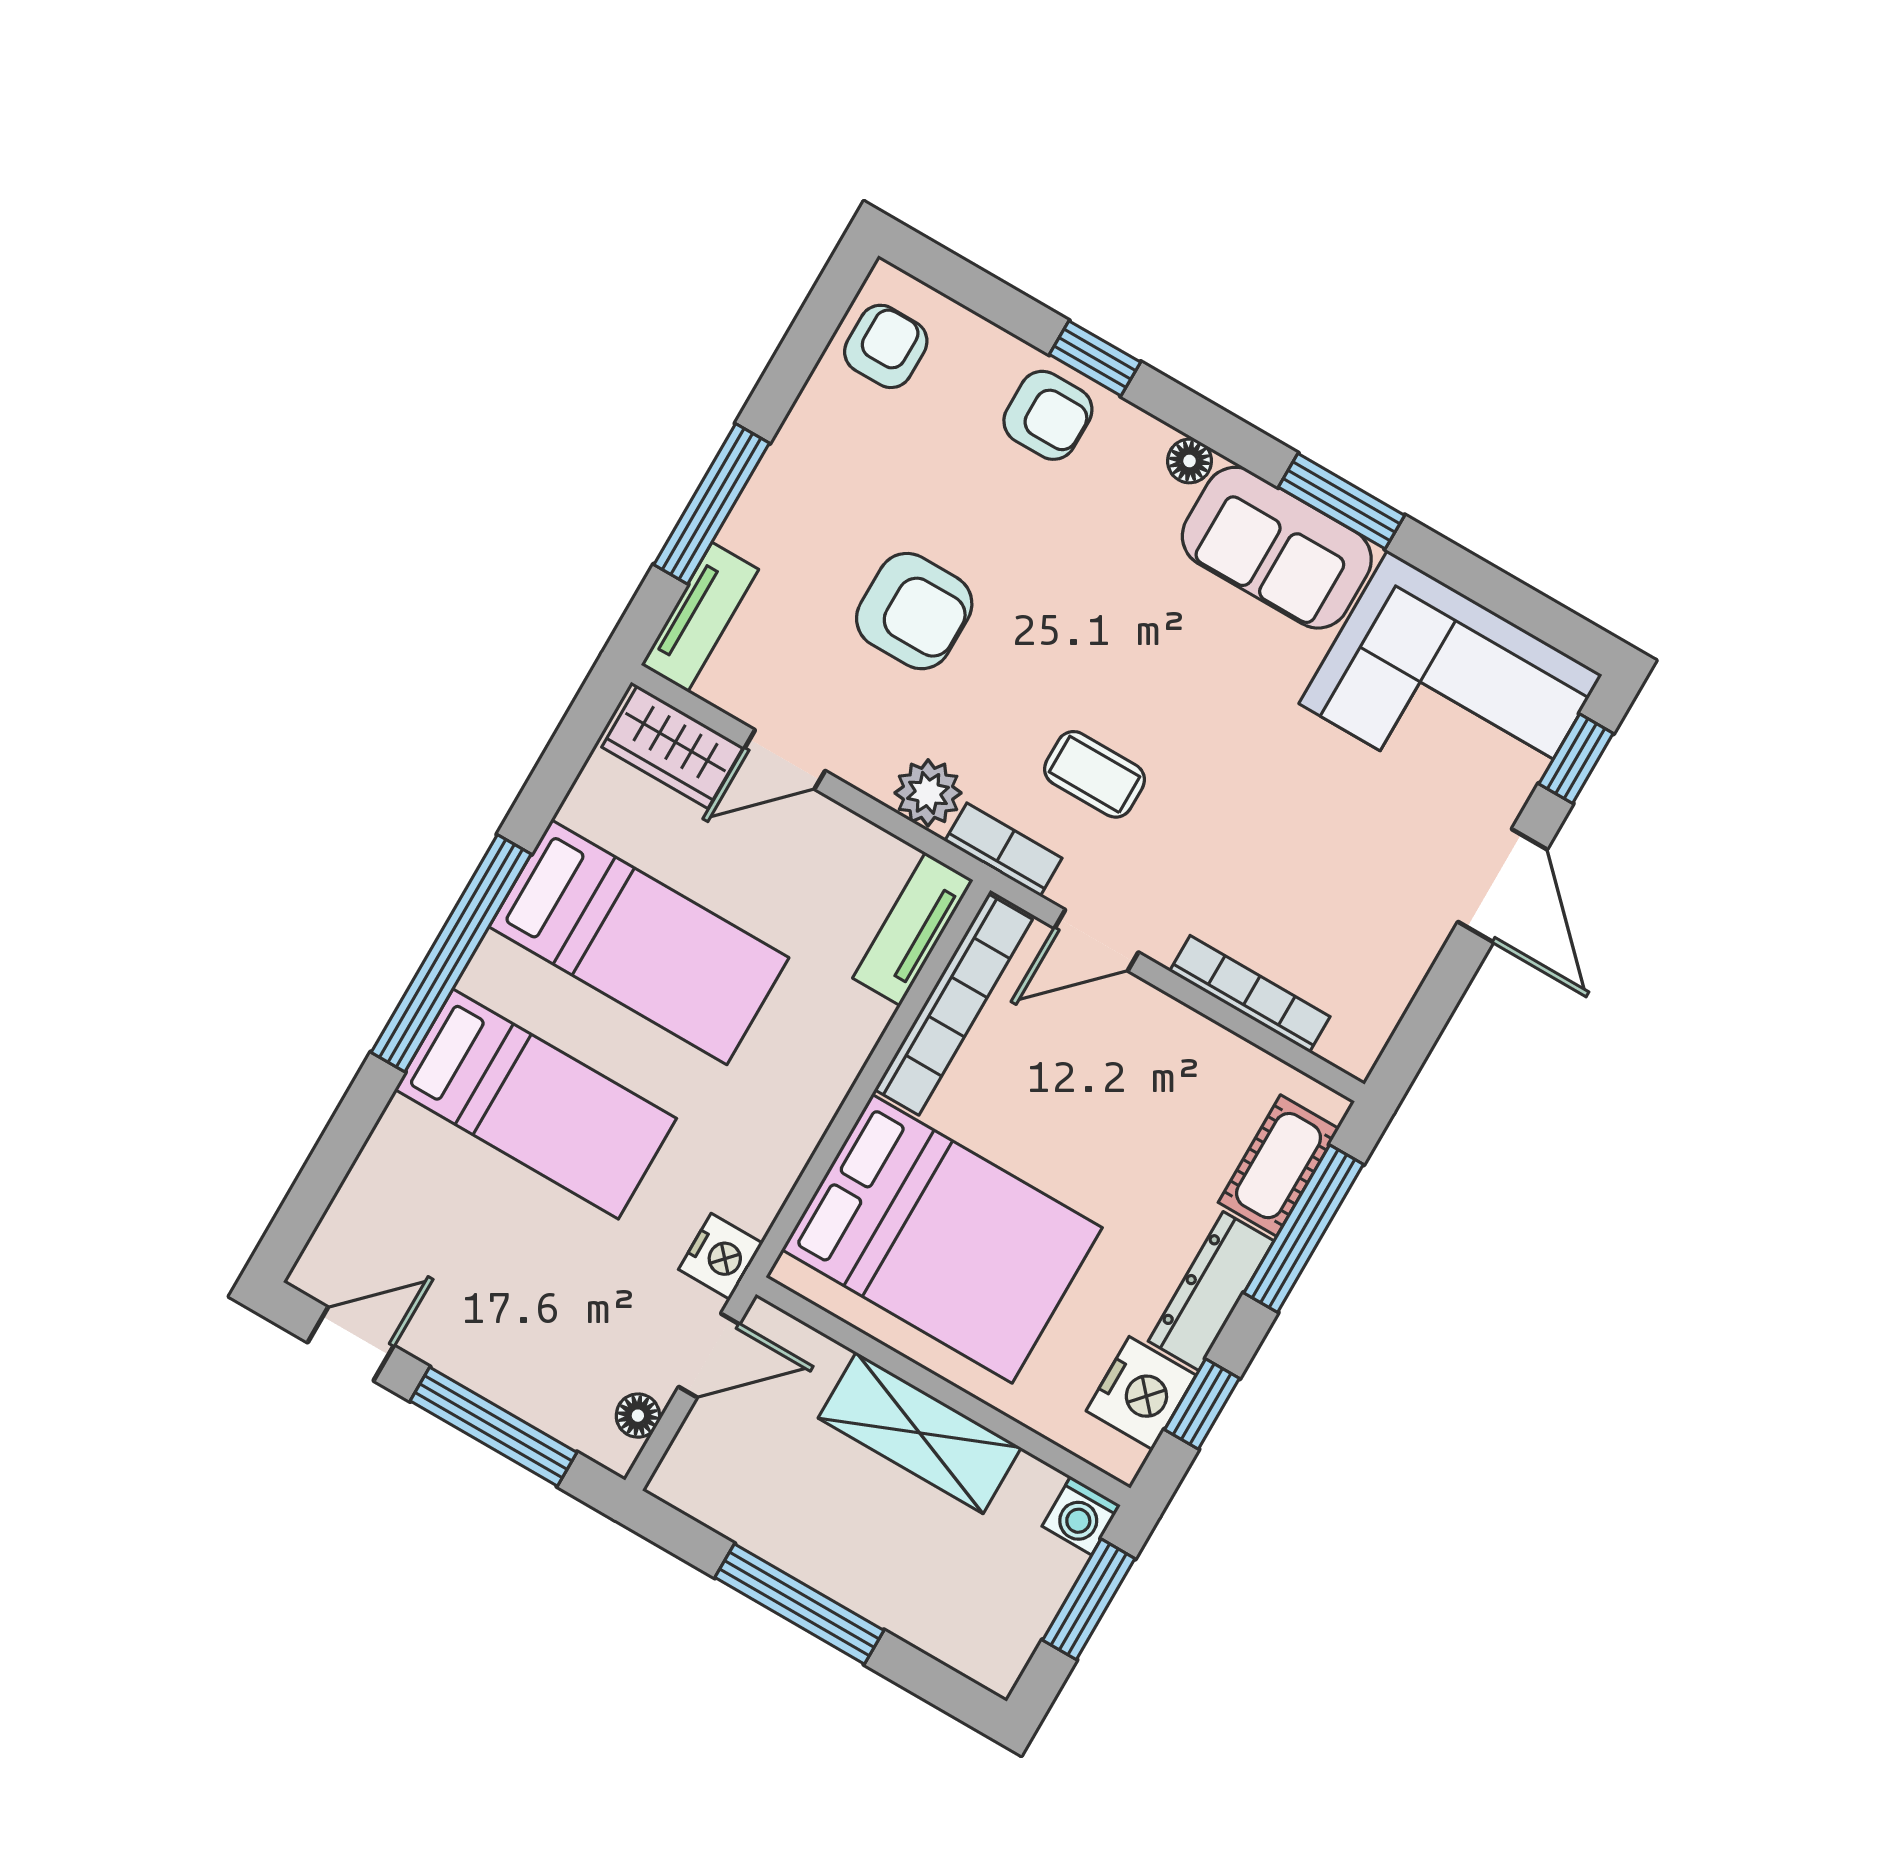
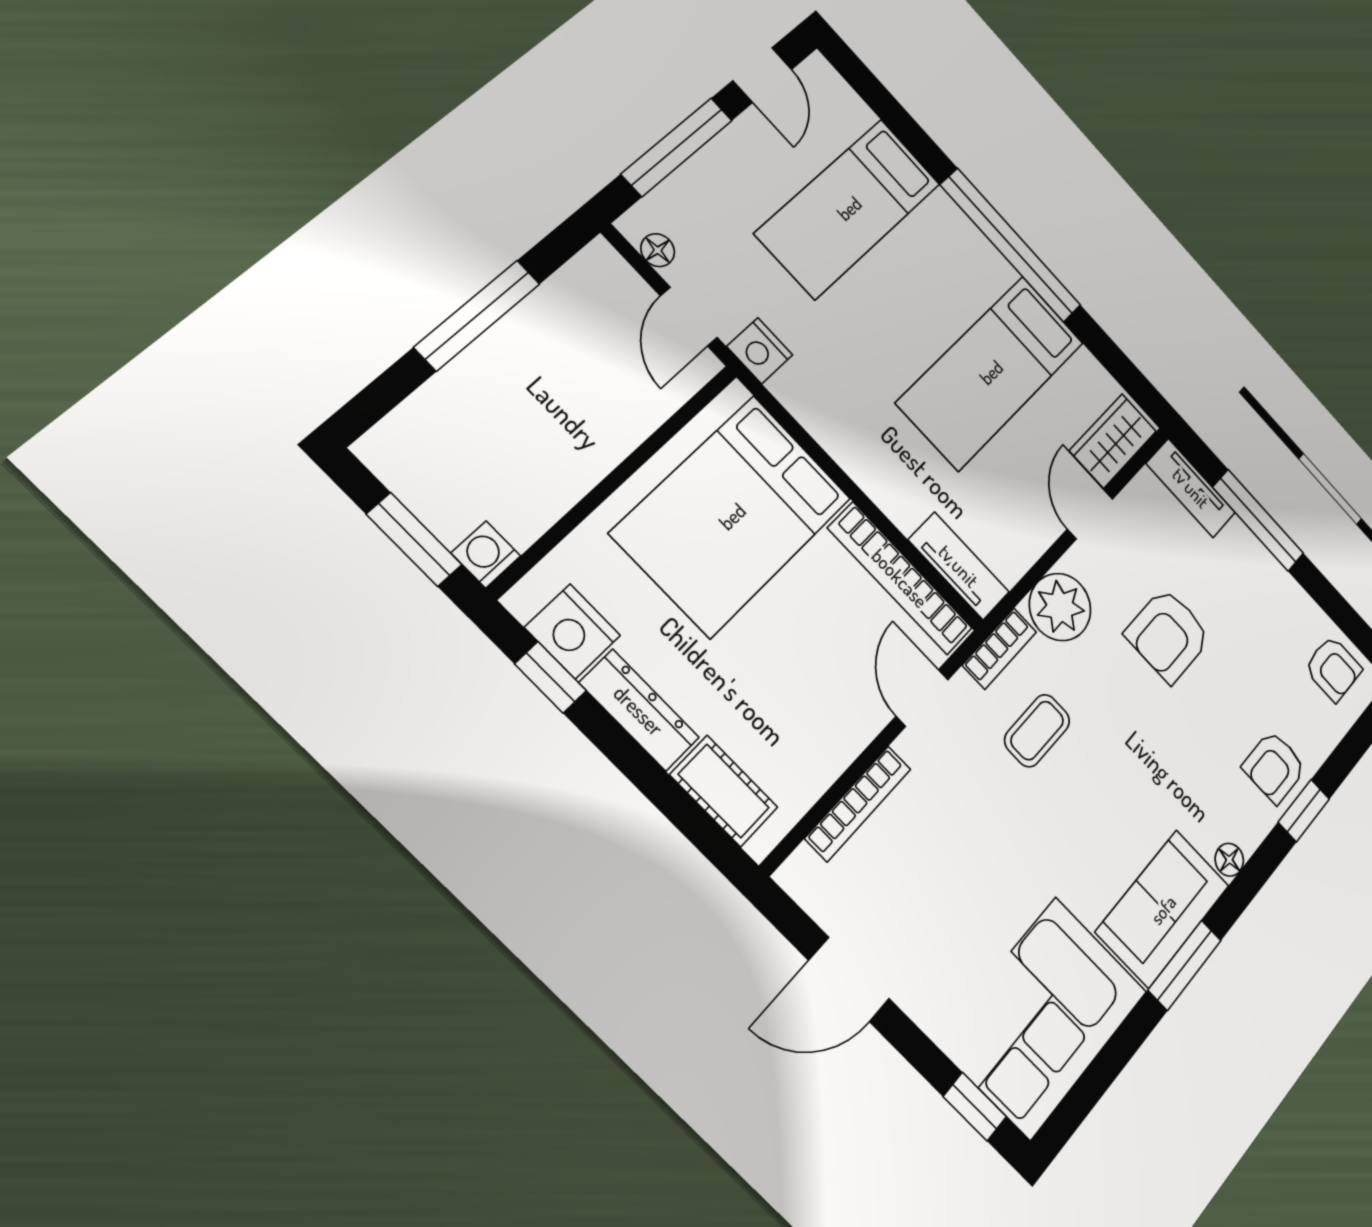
plant: (928, 793) -> (1060, 607), width x1.36, depth x1.36
door: (1502, 886) -> (849, 980), moved
bed: (536, 1104) -> (849, 208), moved
window: (1304, 1229) -> (670, 798), removed
shelving: (920, 1433) -> (588, 451), removed

